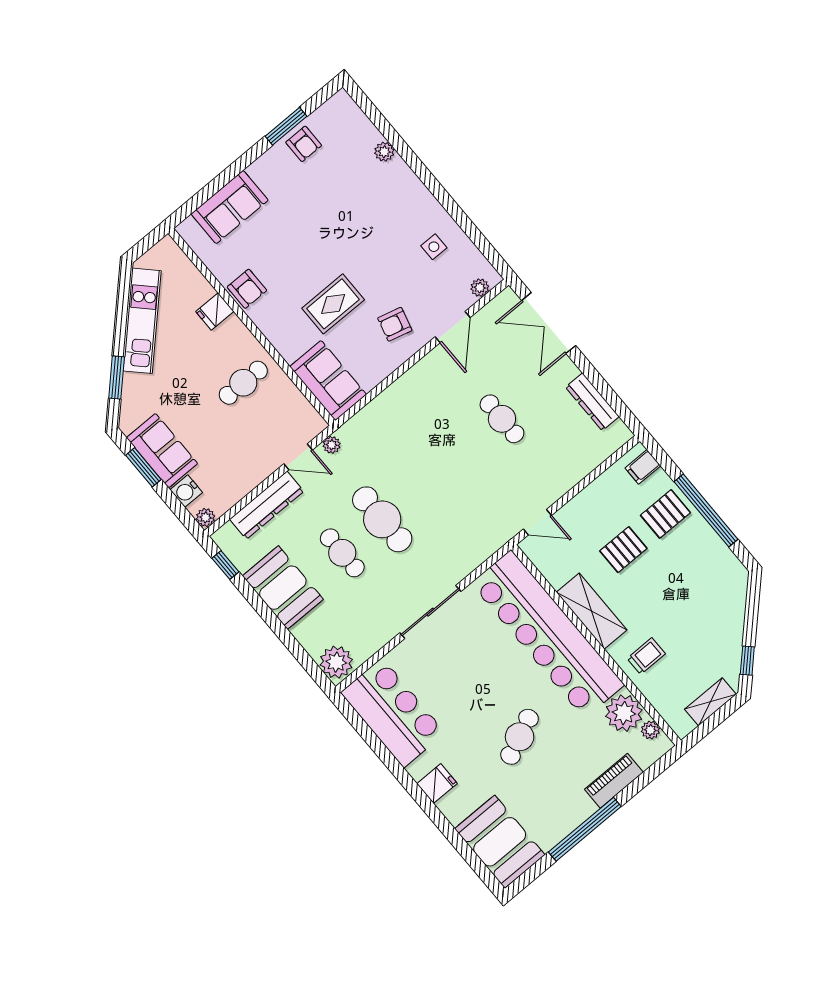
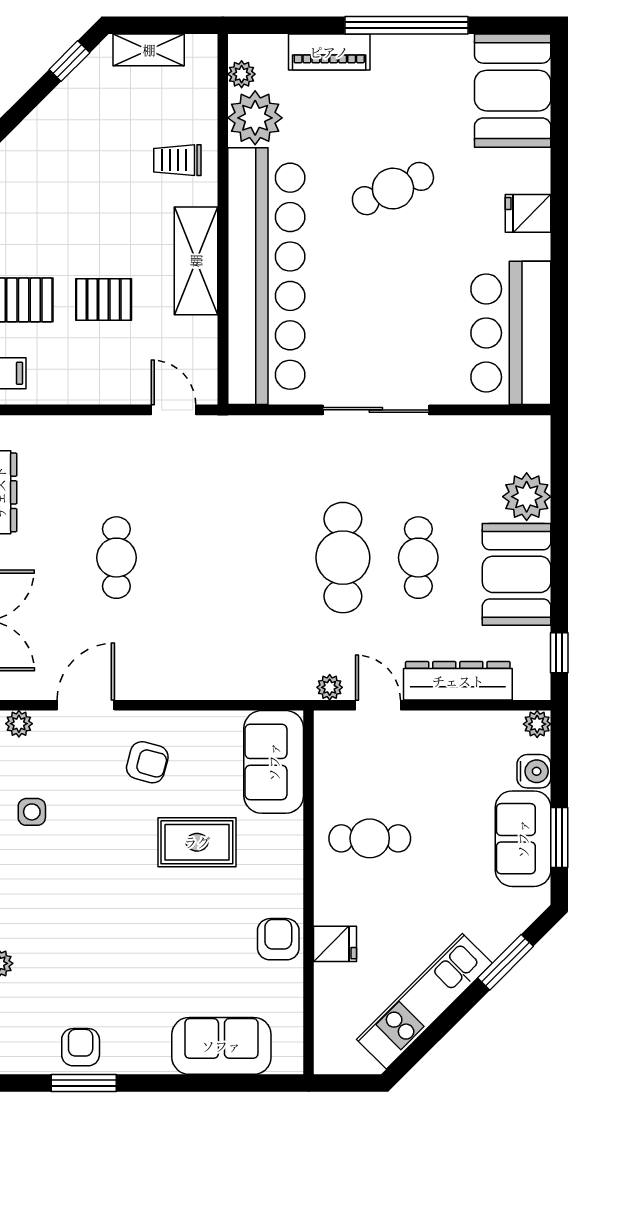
plant: (336, 662) -> (527, 497), moved

